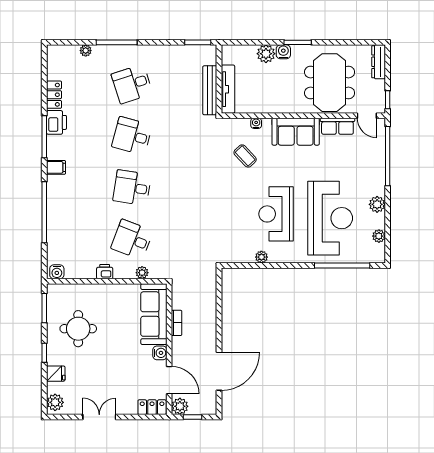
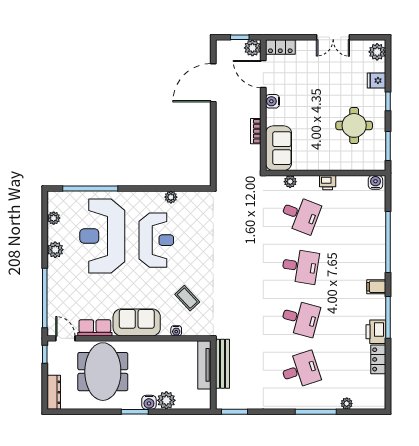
sofa: (154, 314) -> (279, 148), width x0.73

